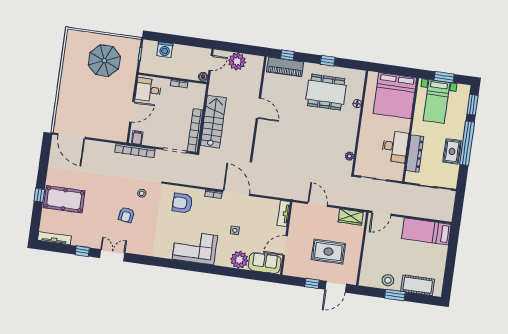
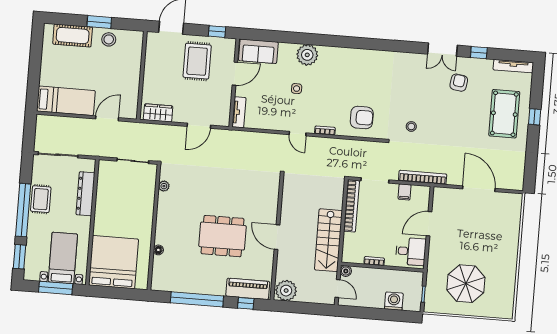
plant: (237, 61) -> (286, 291), moved
window: (328, 61) -> (197, 299), width x3.17
door: (211, 63) -> (338, 288), swing flipped
window: (444, 77) -> (56, 288), width x1.44
dining table: (326, 92) -> (222, 236), moved
stairs: (213, 122) -> (328, 240), moved
door: (71, 136) -> (479, 189), moved
filing cabinet: (137, 138) -> (405, 192), moved
desk: (395, 147) -> (110, 201), removed
door: (236, 193) -> (298, 134), width x0.53
pool table: (64, 199) -> (504, 114), turned 90
door: (318, 204) -> (199, 126), hinge flipped
door: (381, 213) -> (107, 118), moved
armchair: (126, 215) -> (459, 83), moved
corner sofa: (195, 247) -> (343, 65), removed
rug: (328, 252) -> (197, 61), moved, turned 90
plant: (239, 260) -> (307, 55), moved
window: (312, 283) -> (217, 32), moved

